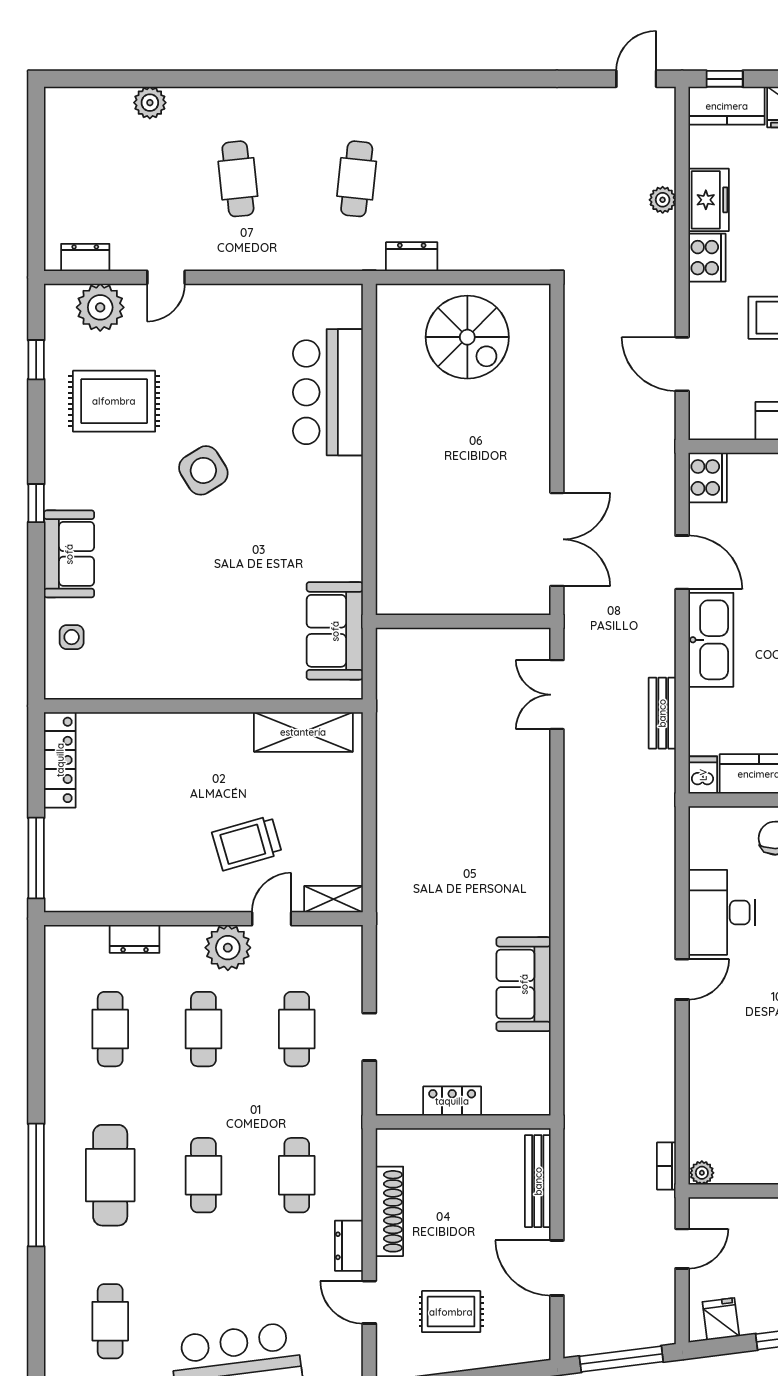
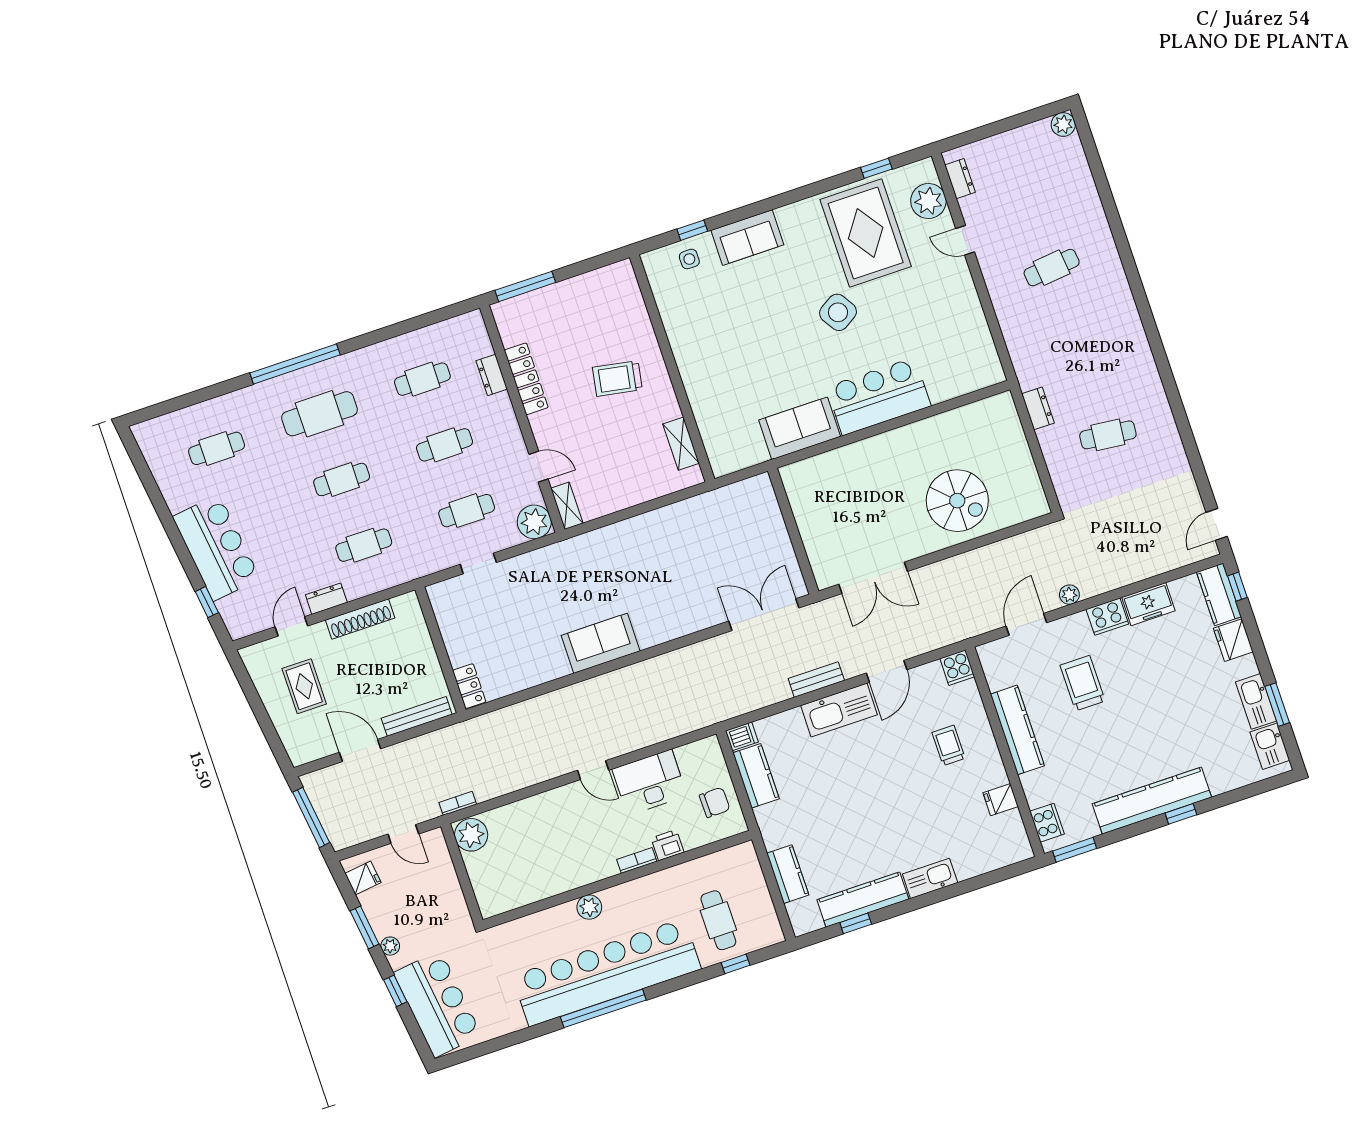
door: (636, 79) -> (1217, 524), swing flipped
plant: (150, 103) -> (1063, 124), moved
cafe table: (357, 179) -> (1108, 435), moved
plant: (663, 200) -> (1069, 595), moved
spiral stairs: (467, 337) -> (957, 501), moved, turned -90
bar counter: (328, 392) -> (879, 396), moved
rug: (114, 401) -> (866, 233), width x1.37, depth x1.44
cooker: (708, 477) -> (957, 668), width x0.73
window: (36, 503) -> (692, 230), moved
sofa: (335, 631) -> (800, 428), moved
double door: (557, 695) -> (764, 615), width x1.37
bench: (662, 713) -> (816, 680), moved
shelving: (303, 732) -> (681, 444), width x0.67, depth x0.75
locker: (60, 760) -> (526, 379), moved, turned -90
trolley: (247, 843) -> (617, 378), moved, turned -64
plant: (228, 948) -> (534, 522), moved
sofa: (524, 984) -> (601, 643), moved
locker: (452, 1101) -> (469, 686), moved
plant: (702, 1173) -> (471, 835), width x1.87, depth x1.87
door: (557, 1268) -> (360, 750), hinge flipped

